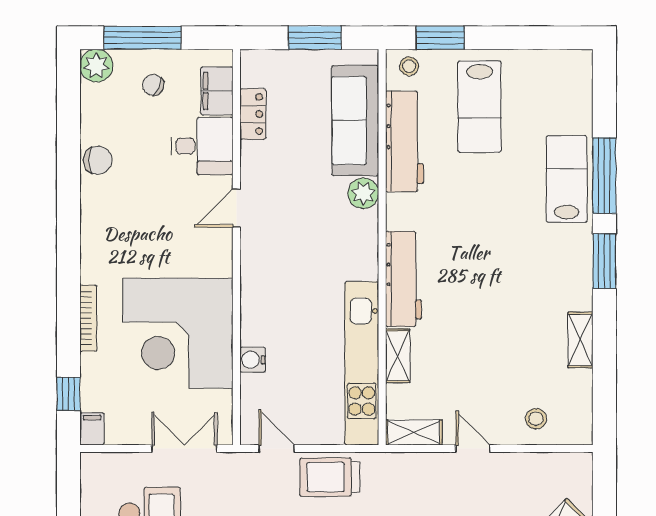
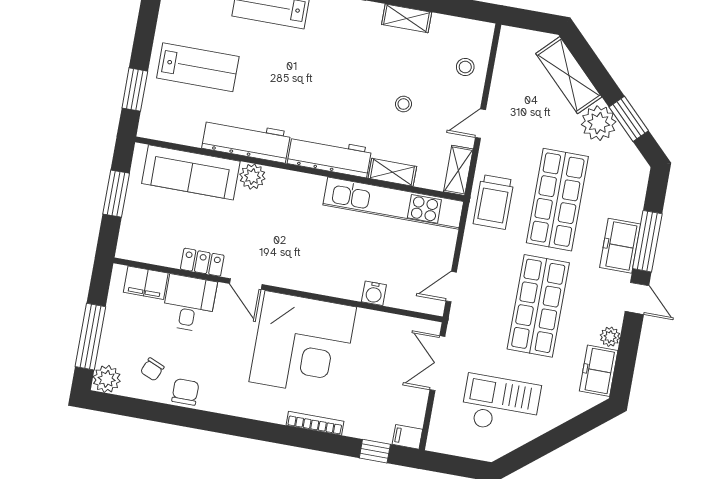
stool: (409, 66) -> (403, 104), moved
chair: (153, 85) -> (152, 369), moved
locker: (253, 114) -> (202, 262), moved
workbench: (404, 141) -> (246, 140), moved
corner desk: (178, 333) -> (303, 344), moved
trolley: (330, 477) -> (494, 202), moved

